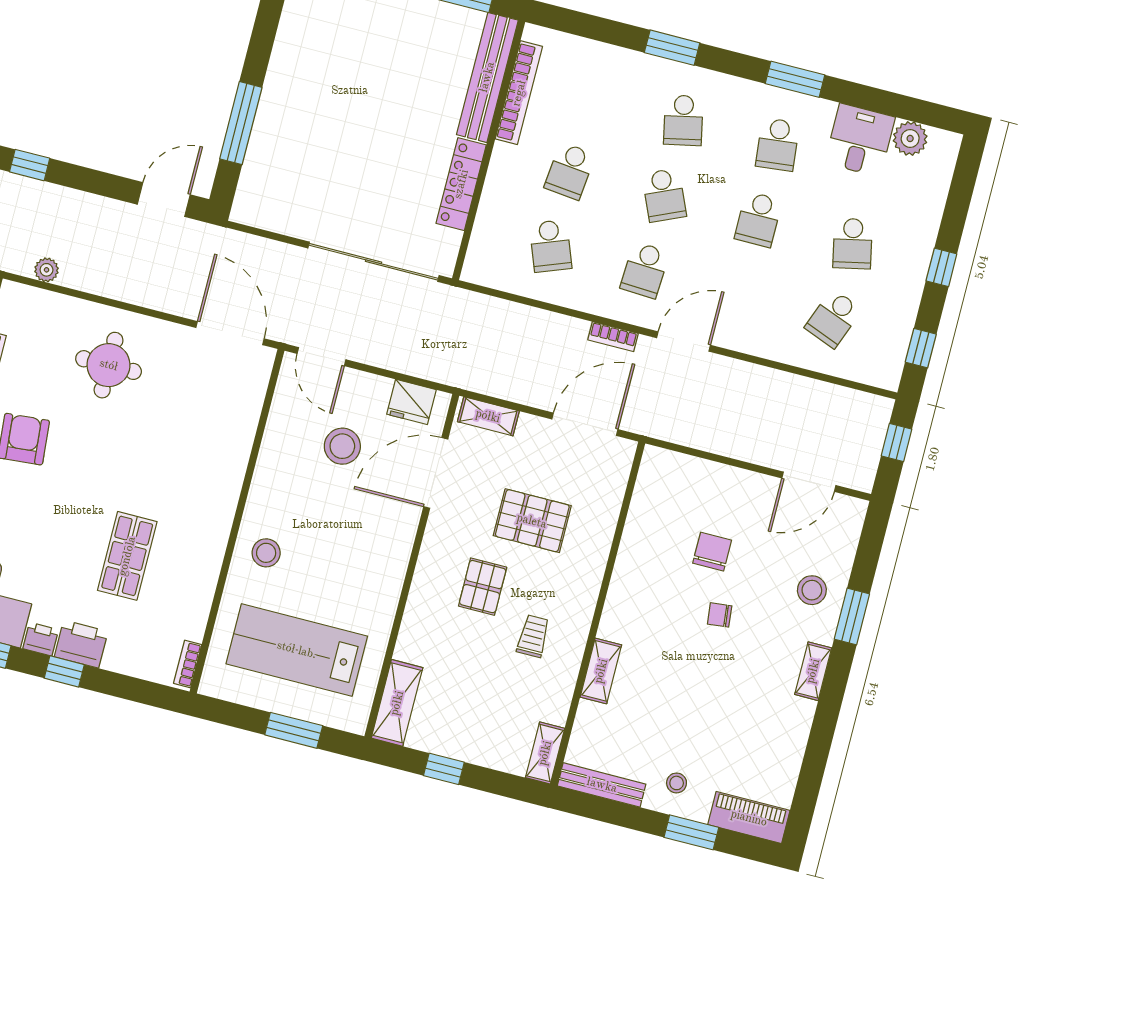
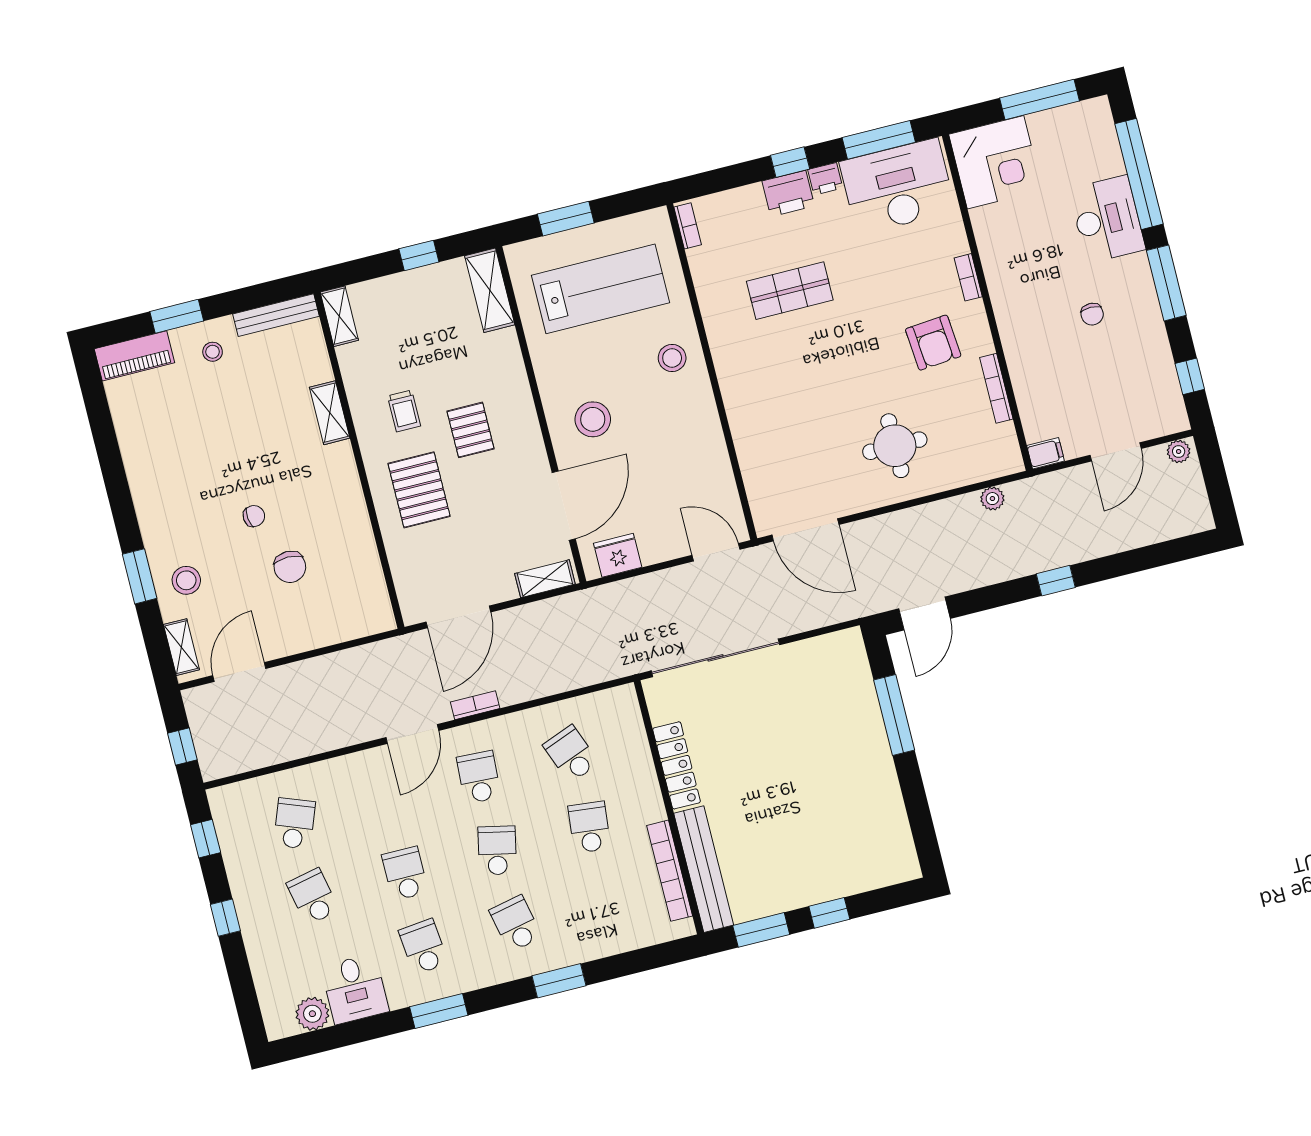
school desk: (664, 195) -> (497, 850), turned 36
stool: (342, 446) -> (593, 419), moved
pallet: (532, 521) -> (419, 490), moved, turned 90
shop shelf: (127, 556) -> (790, 291), turned 90
shelving: (813, 671) -> (181, 647), moved

